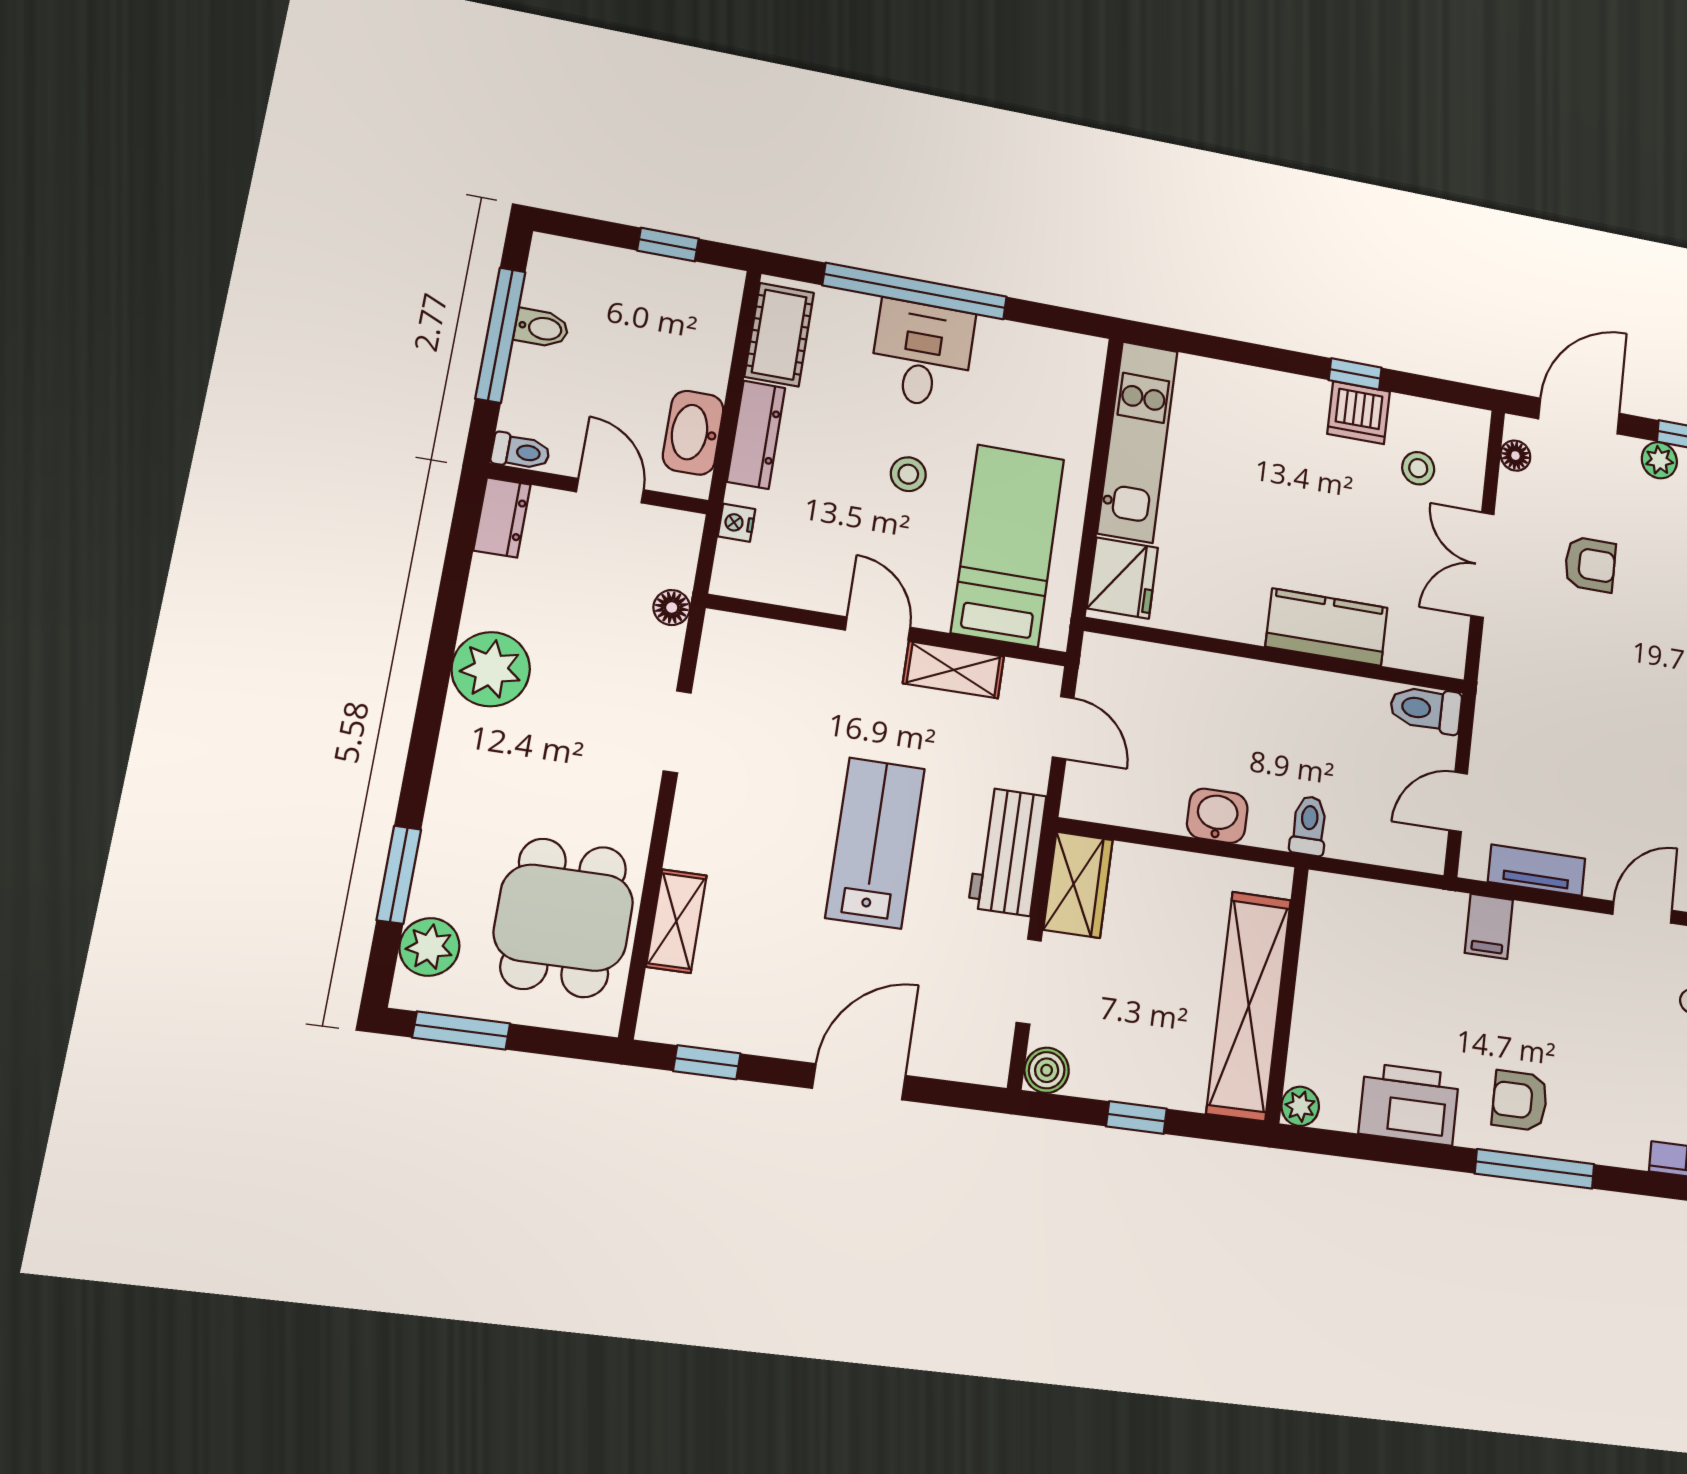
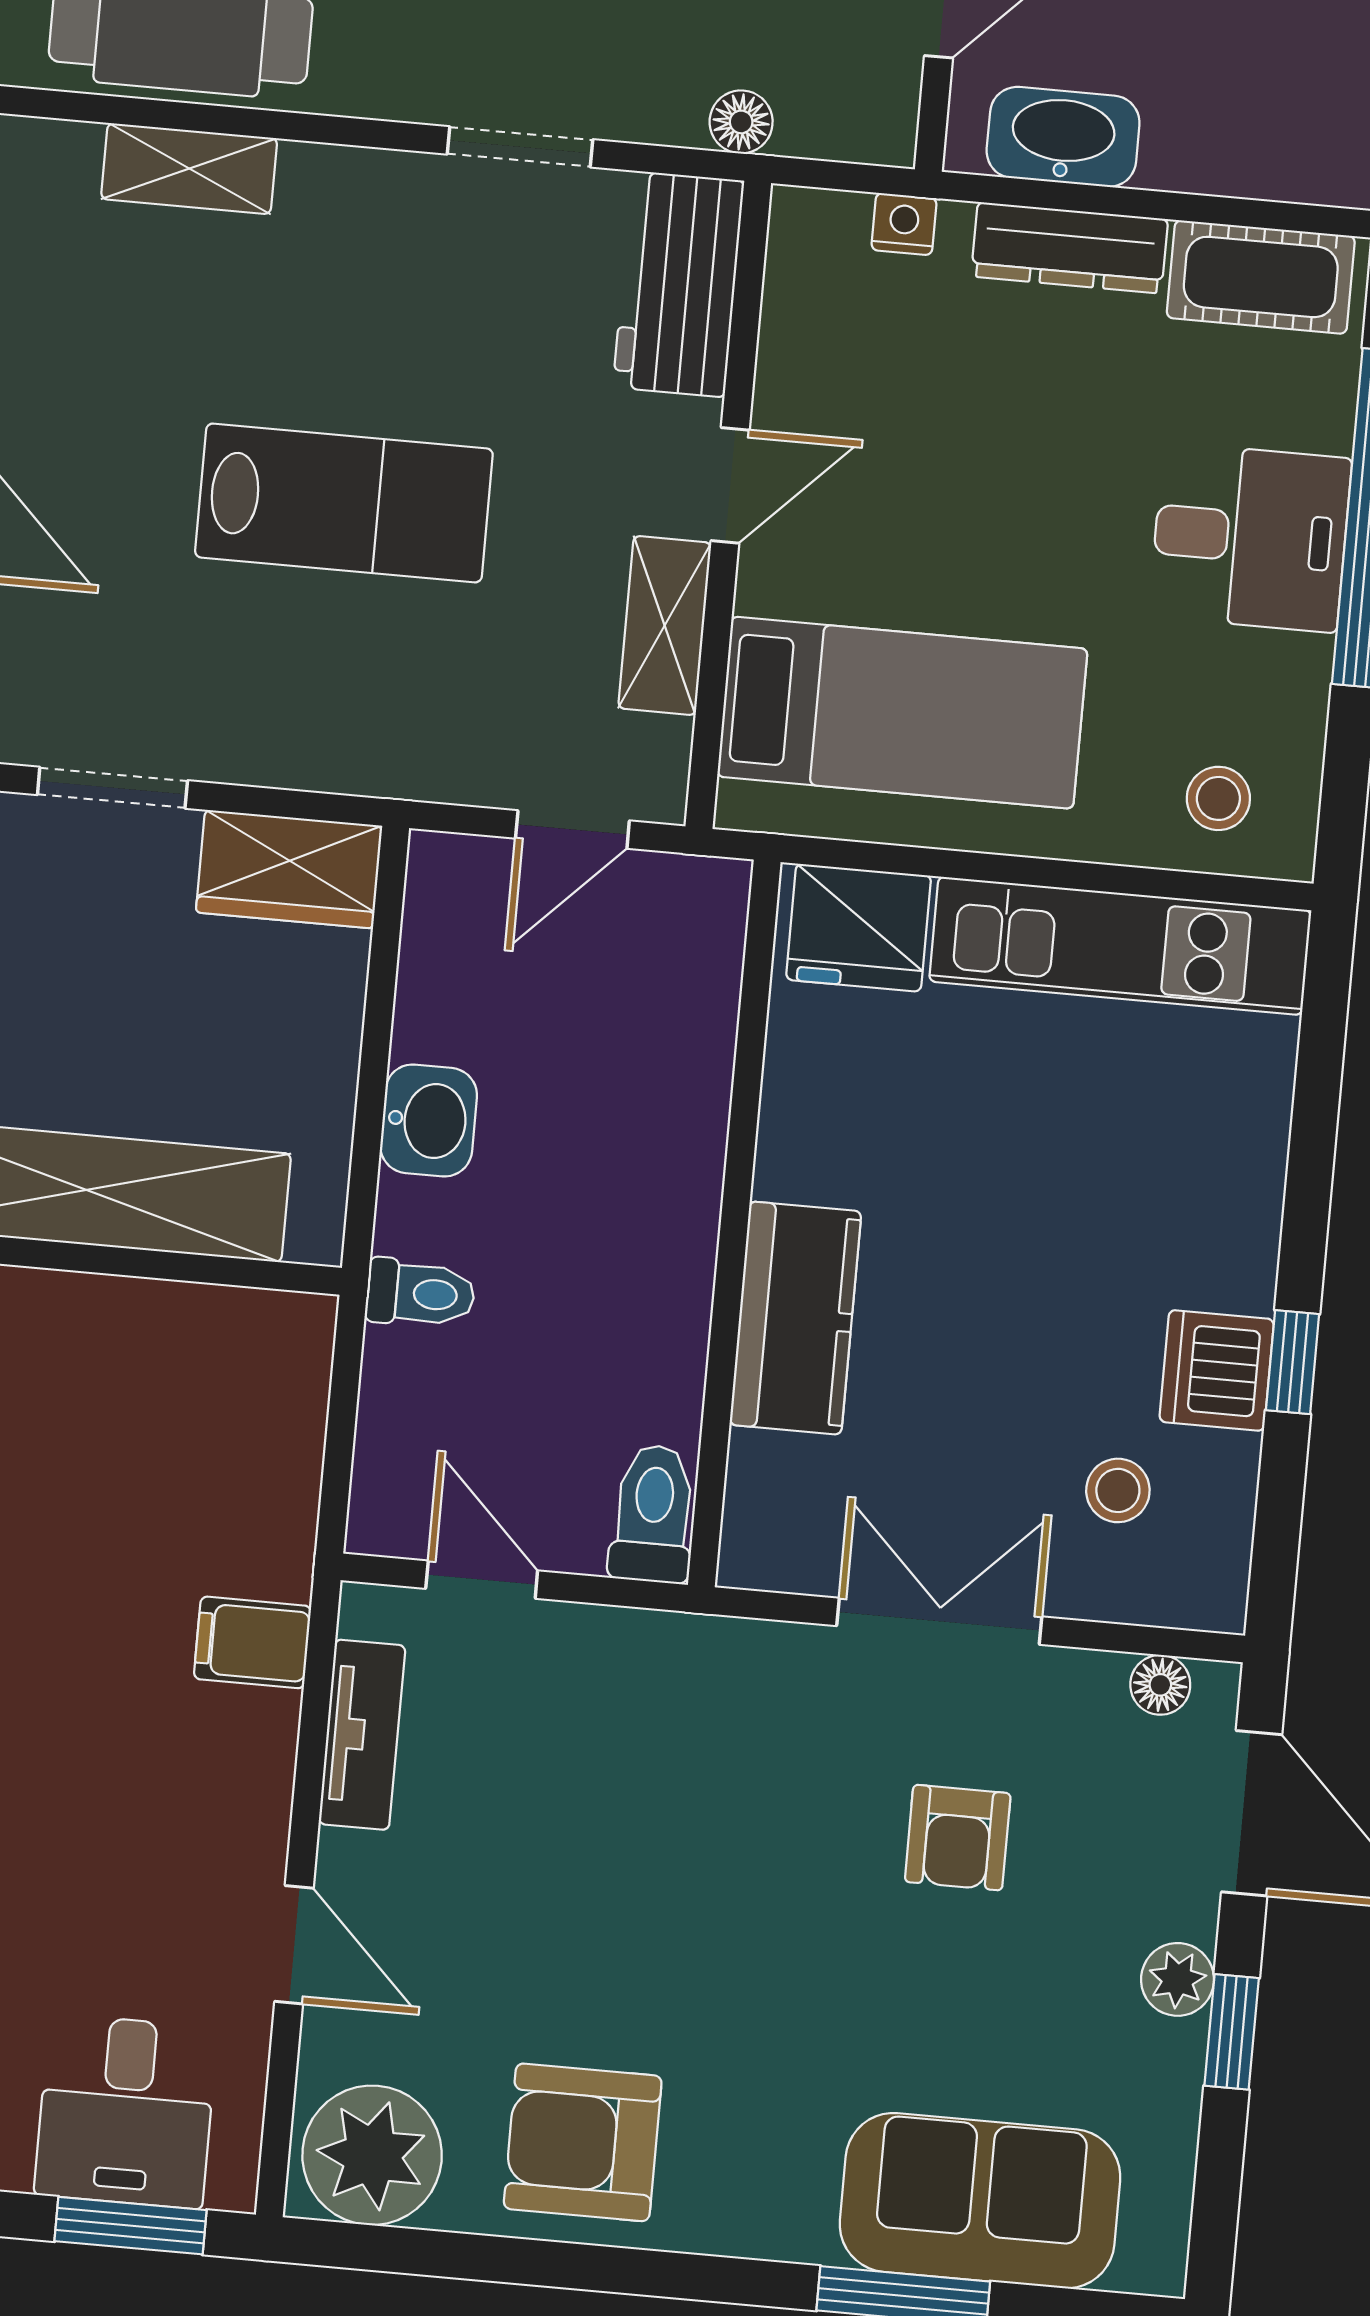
stool: (908, 474) -> (1218, 798), moved
workbench: (1007, 852) -> (678, 284), moved, turned -90

